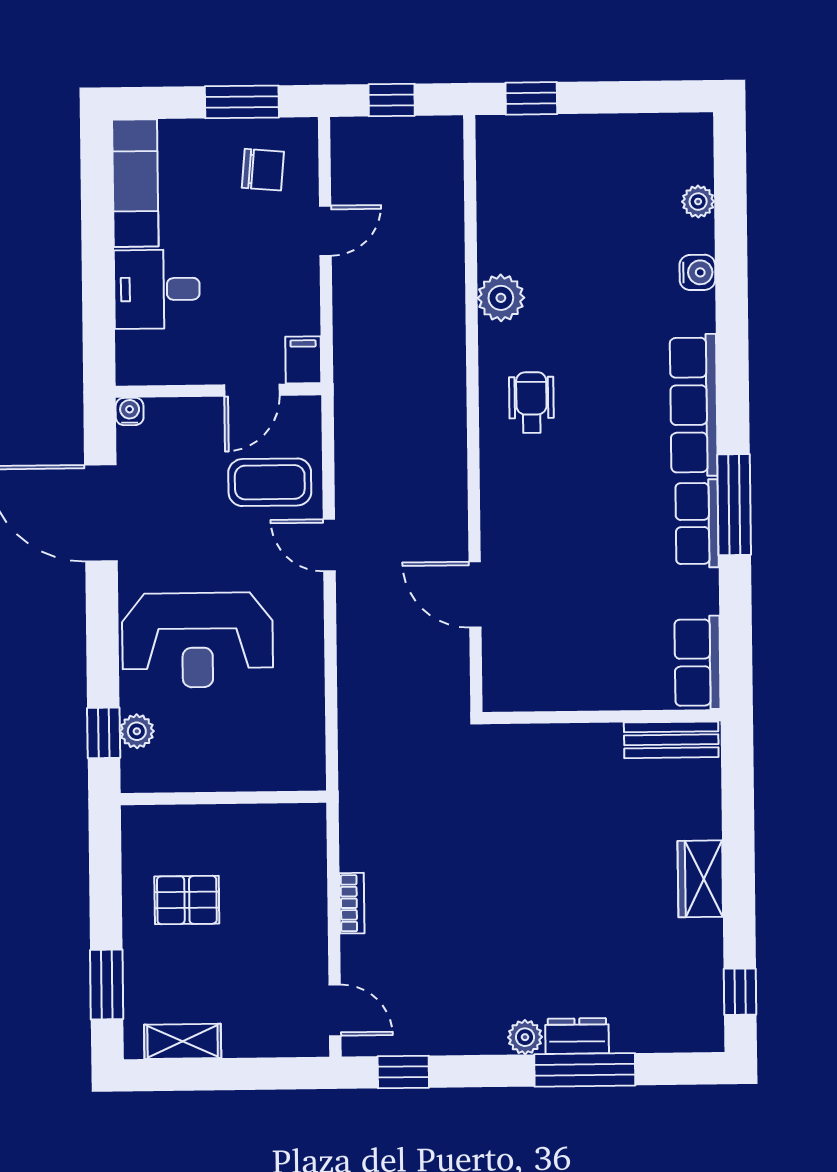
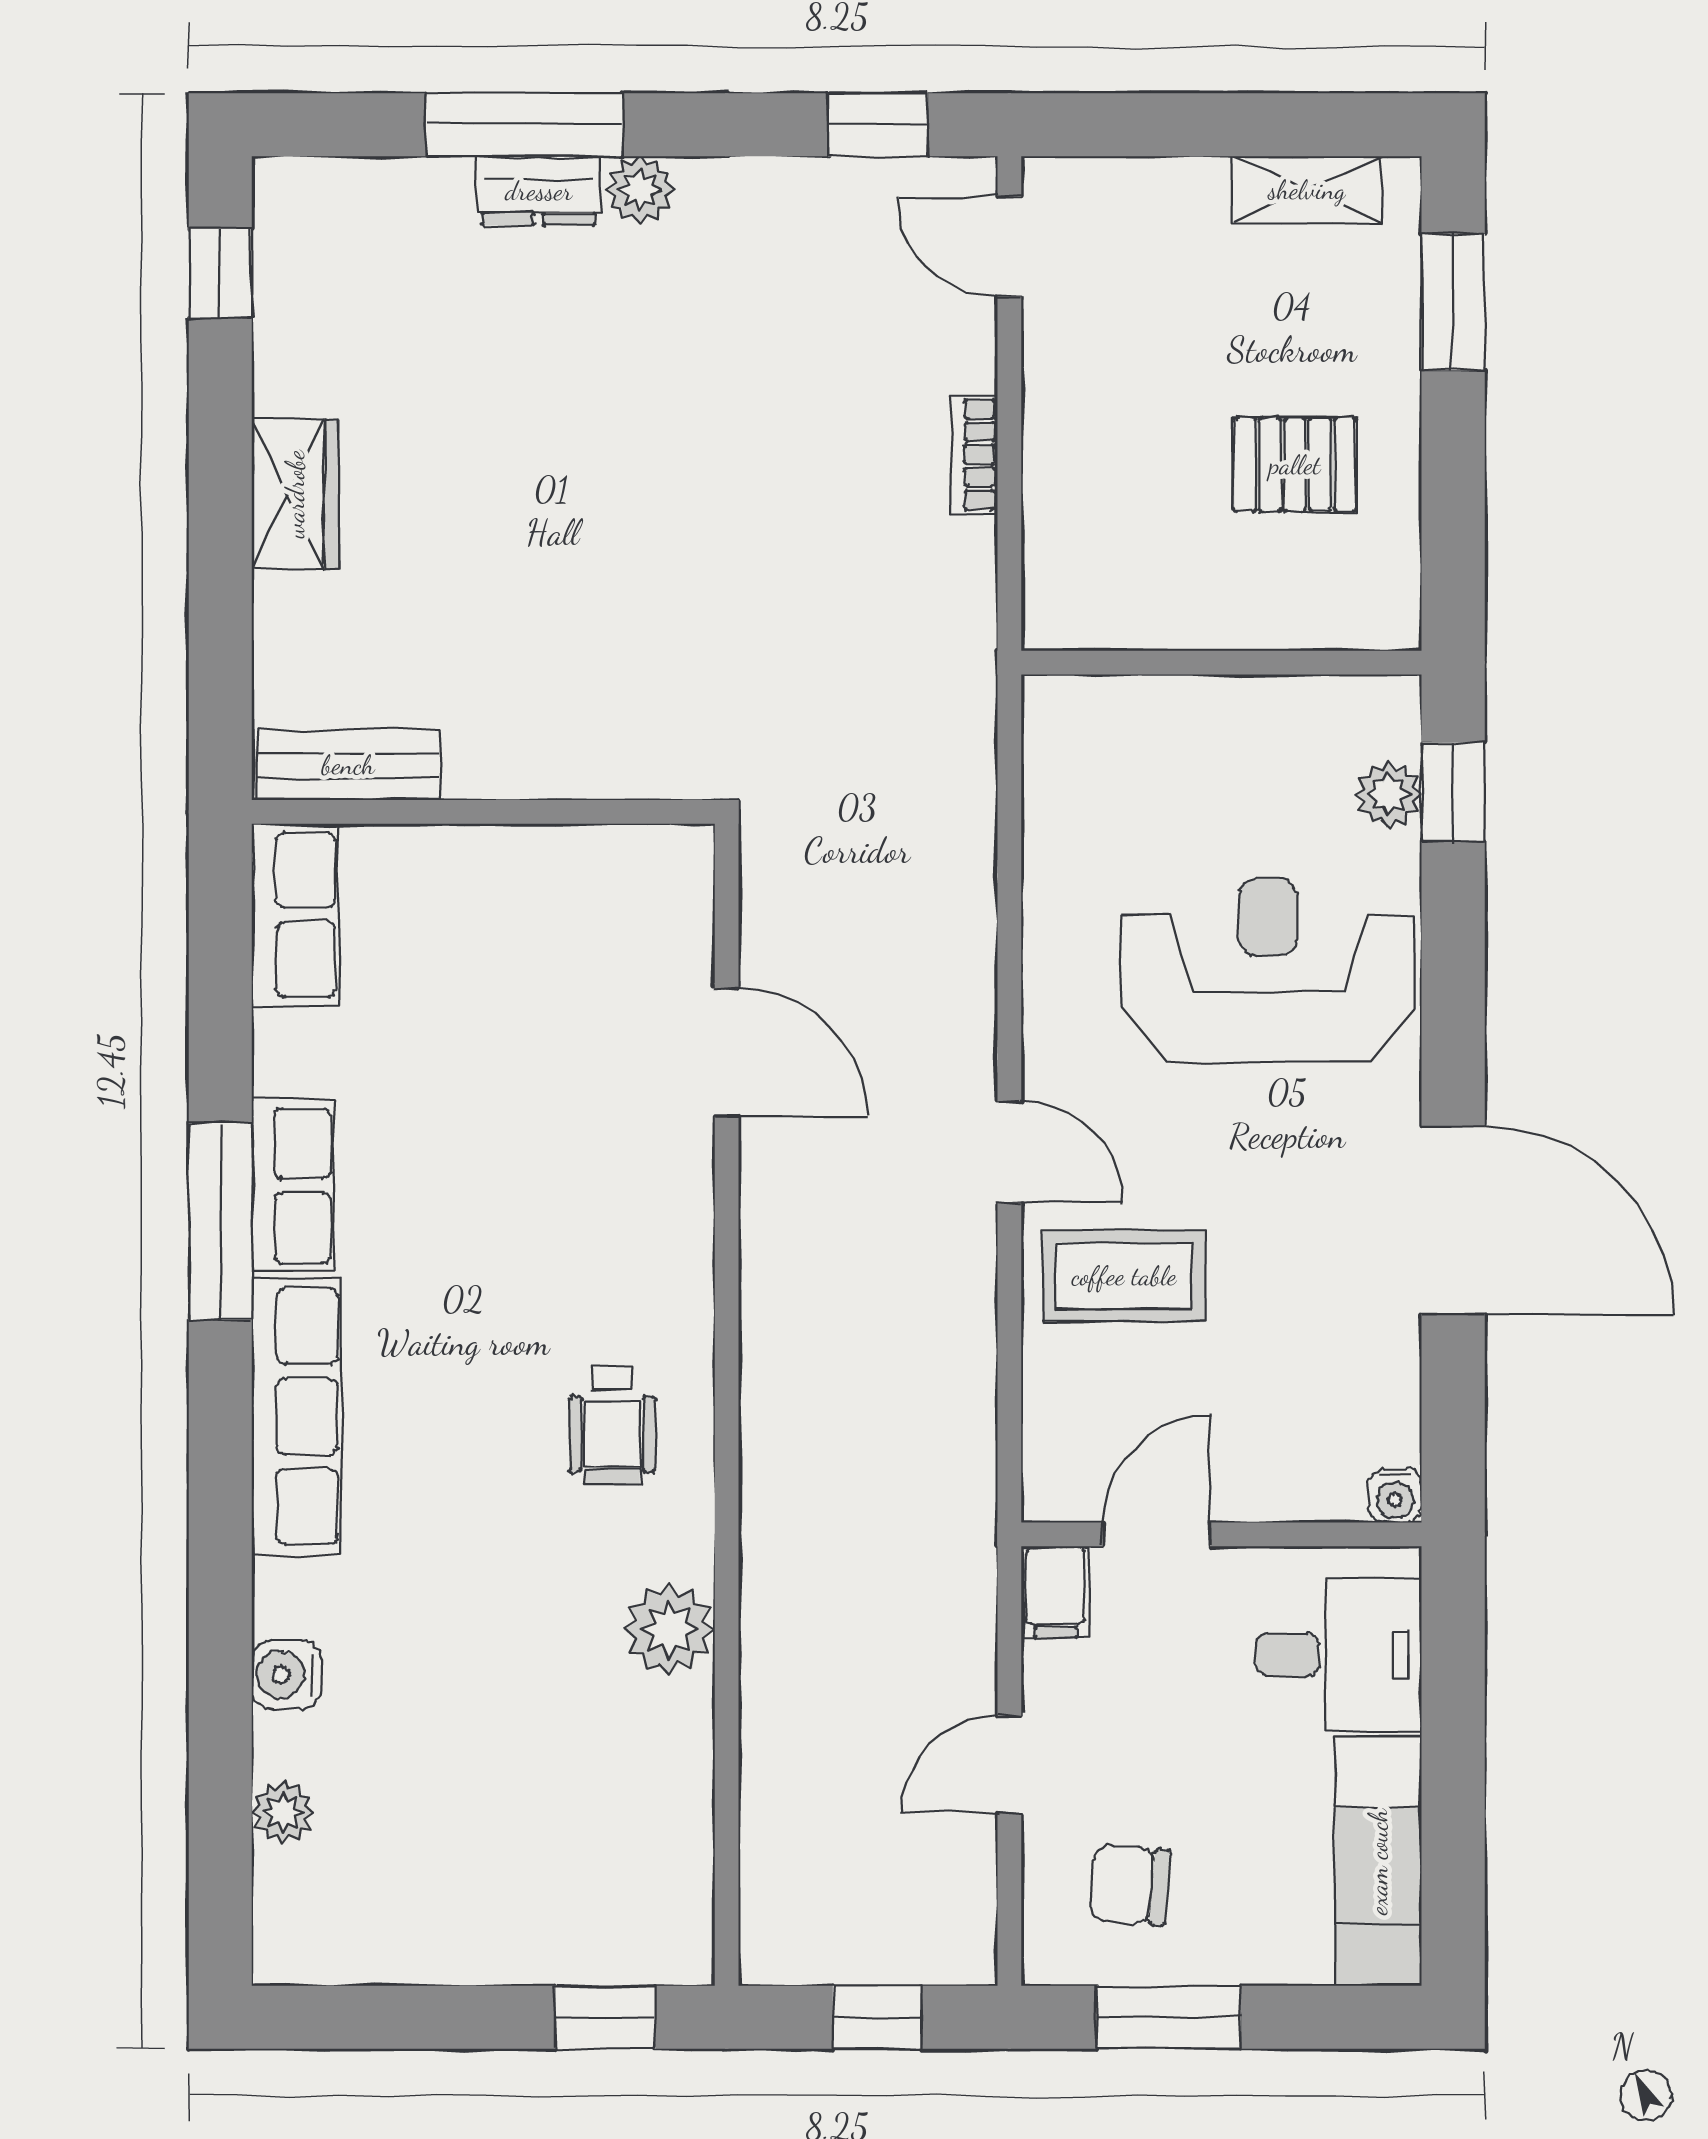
filing cabinet: (303, 360) -> (1056, 1592), moved
door: (252, 390) -> (1156, 1534), moved
wall: (218, 391) -> (1221, 1534), moved
water cooler: (130, 411) -> (1395, 1496), moved

